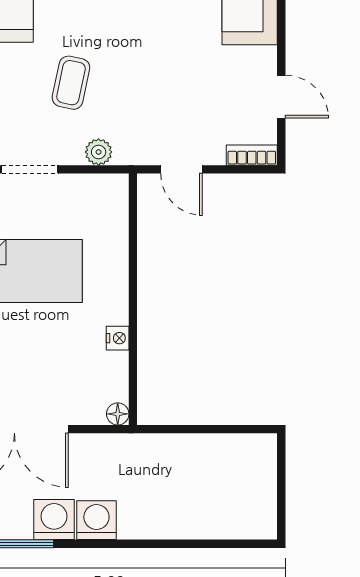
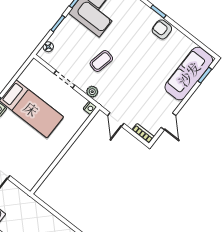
nightstand: (118, 338) -> (90, 108), moved
floor lamp: (118, 414) -> (29, 185), removed

